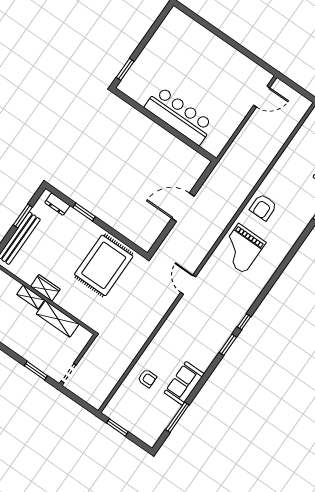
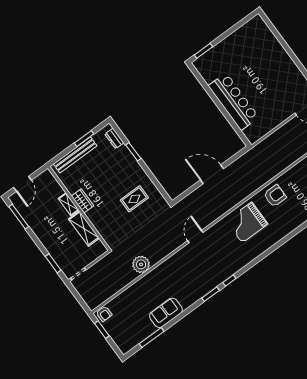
armchair: (263, 207) -> (275, 196), turned 180
rug: (104, 265) -> (134, 199), width x0.54, depth x0.49
plant: (137, 338) -> (141, 264), added
armchair: (147, 378) -> (104, 314), moved

